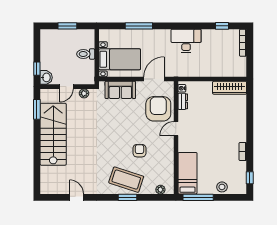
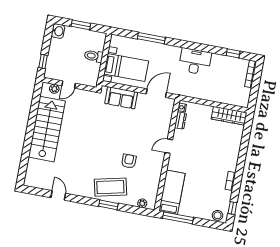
washbasin: (46, 77) -> (58, 31), moved
plant: (84, 93) -> (54, 89), moved
window: (37, 109) -> (35, 102), removed
armchair: (158, 109) -> (155, 123), removed
coffee table: (126, 180) -> (110, 187), turned -31
stool: (222, 187) -> (217, 215), moved

